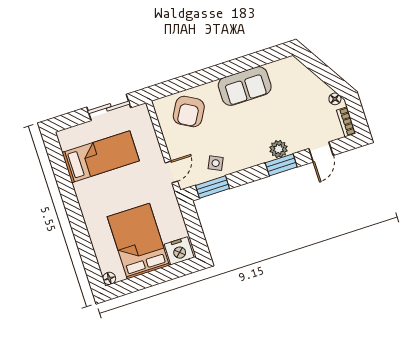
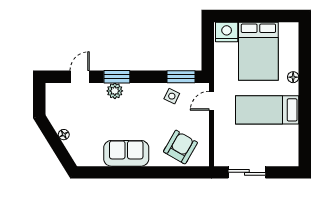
floor lamp: (335, 99) -> (64, 135), moved
bookcase: (346, 122) -> (50, 95), removed
bed: (101, 157) -> (267, 110), moved
floor lamp: (109, 278) -> (293, 77), moved

